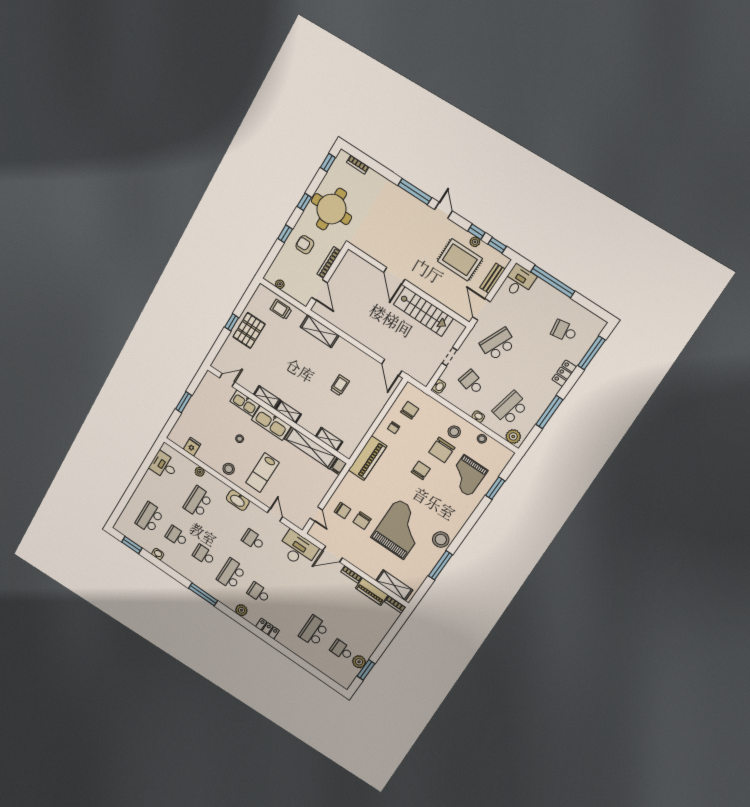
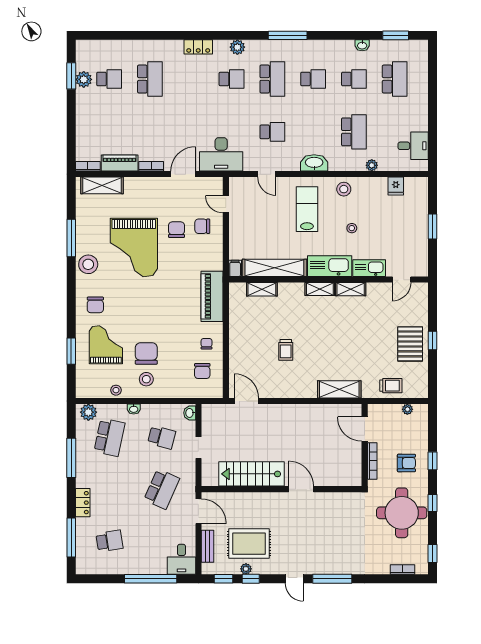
chair: (421, 470) -> (95, 305), moved

